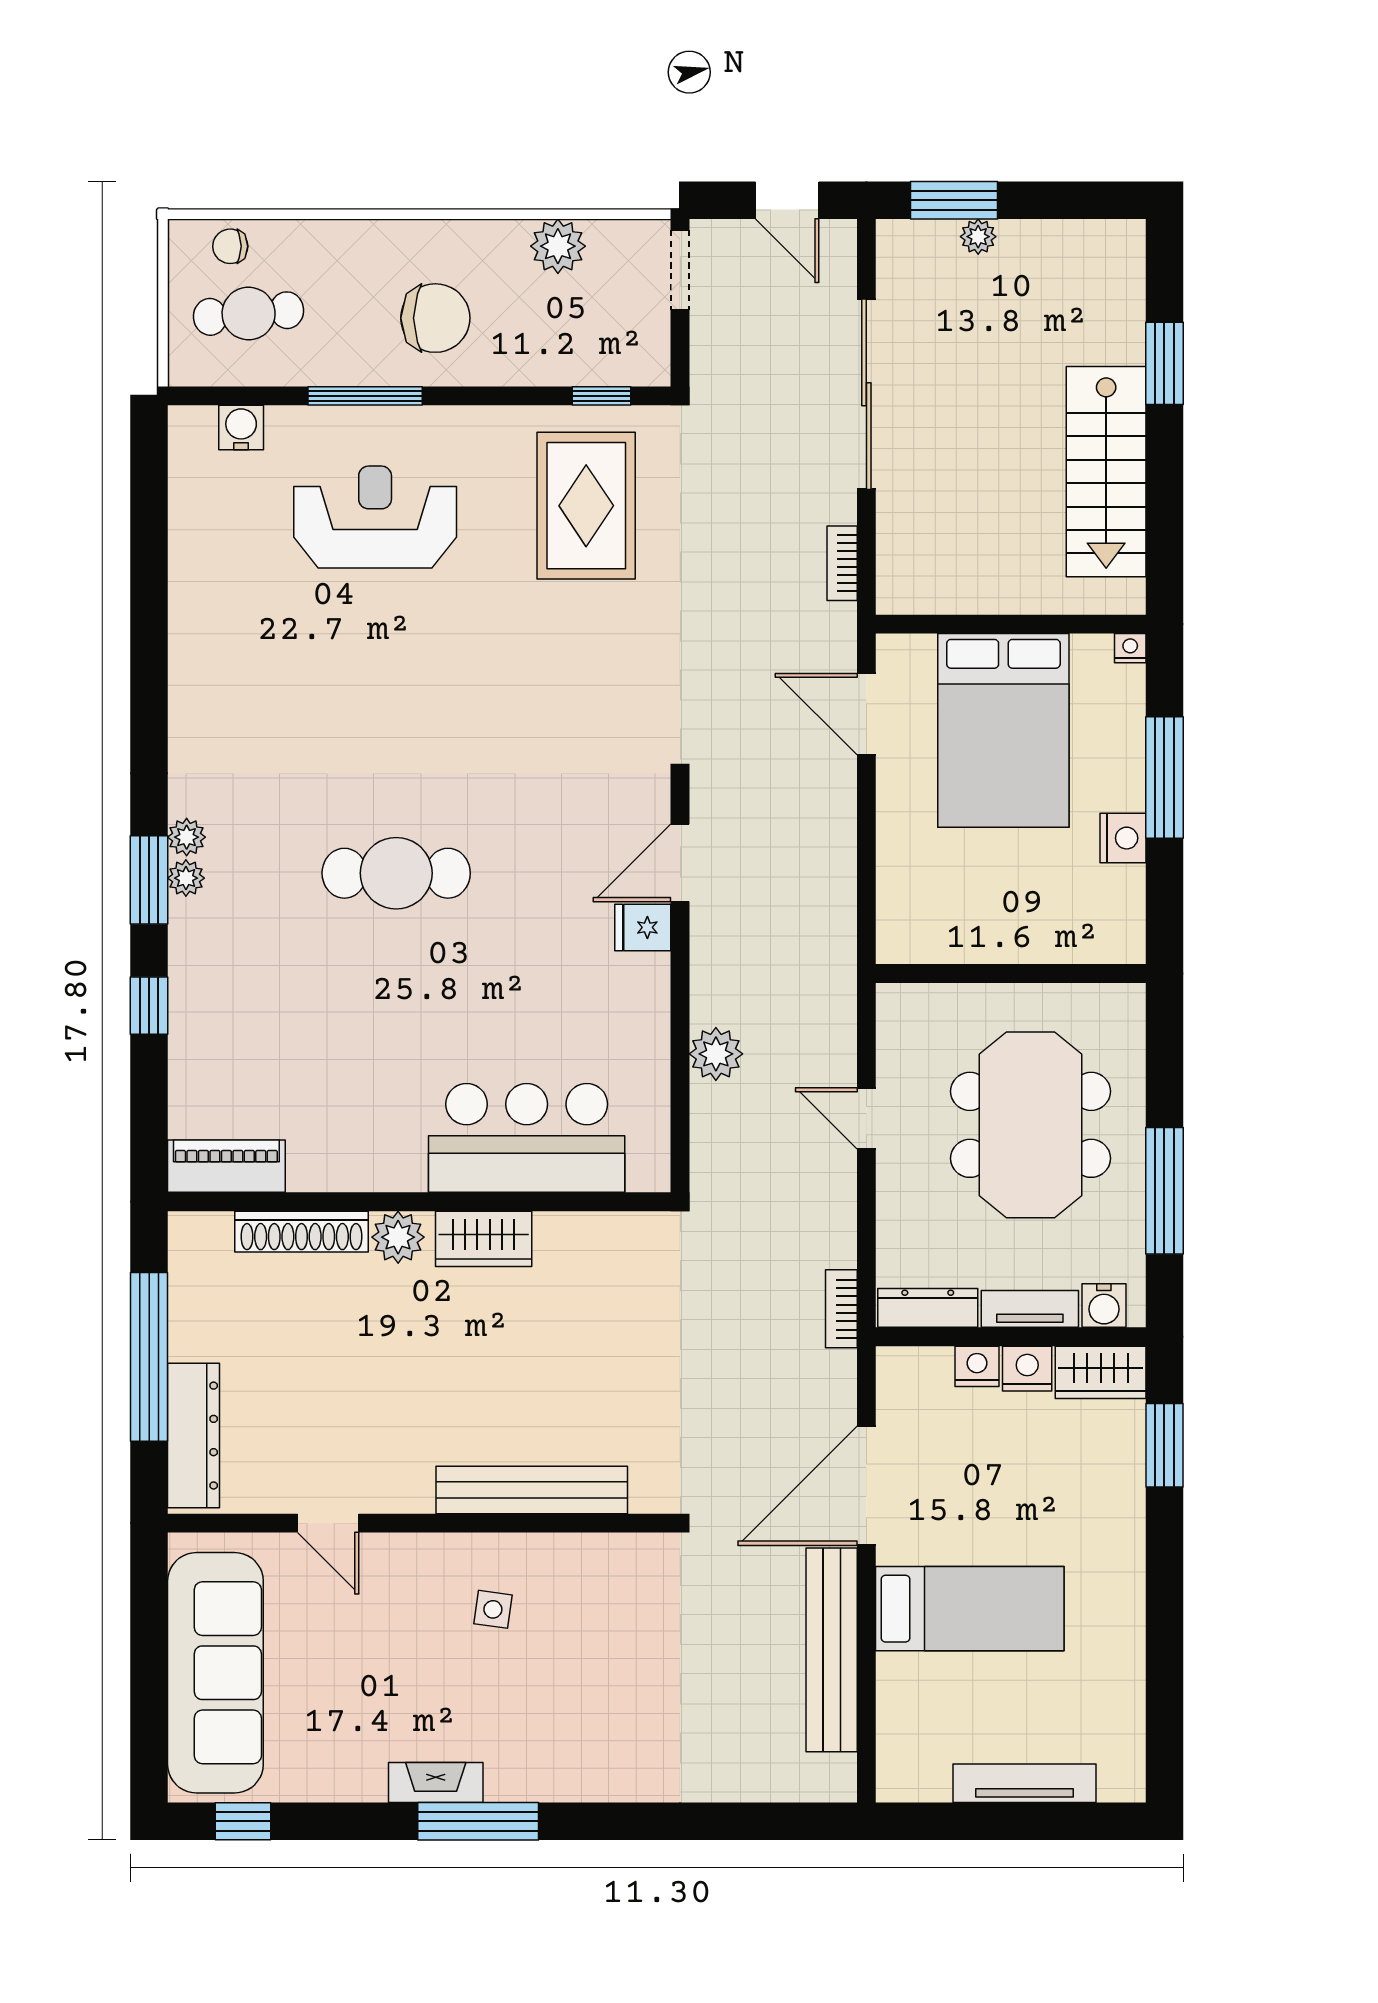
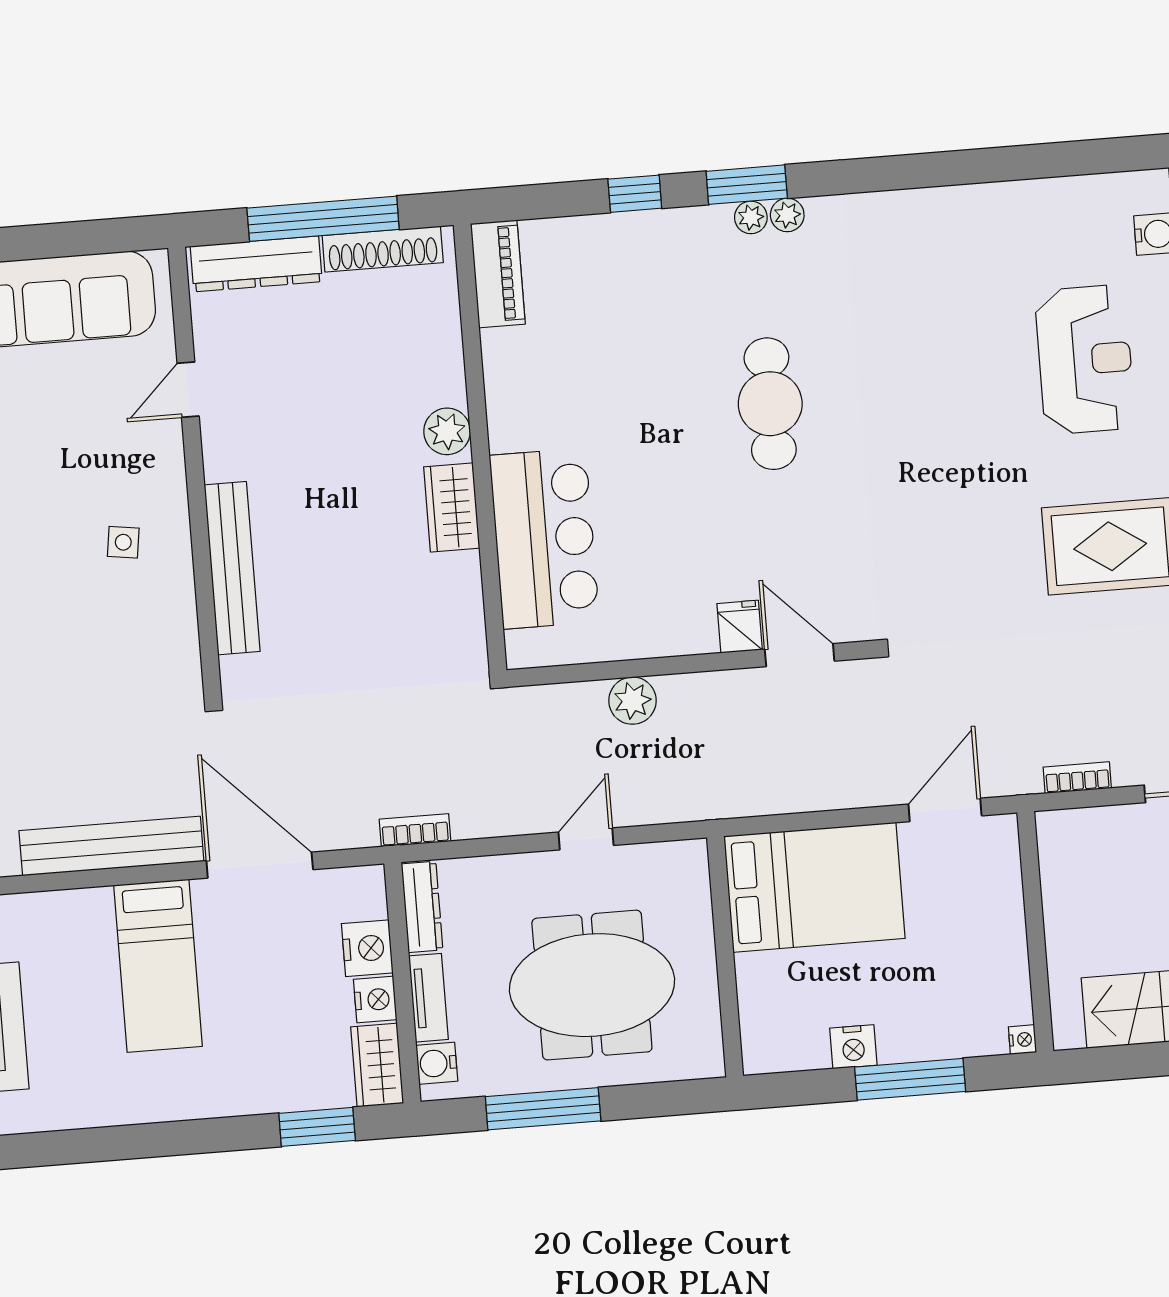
bed: (1003, 730) -> (814, 887), moved, turned 180
shoe rack: (302, 1232) -> (383, 249), moved, turned -90
nightstand: (977, 1366) -> (367, 948), width x1.36, depth x1.33

